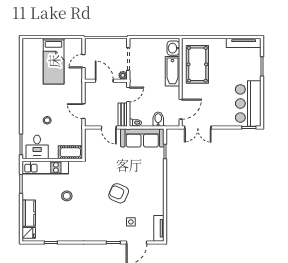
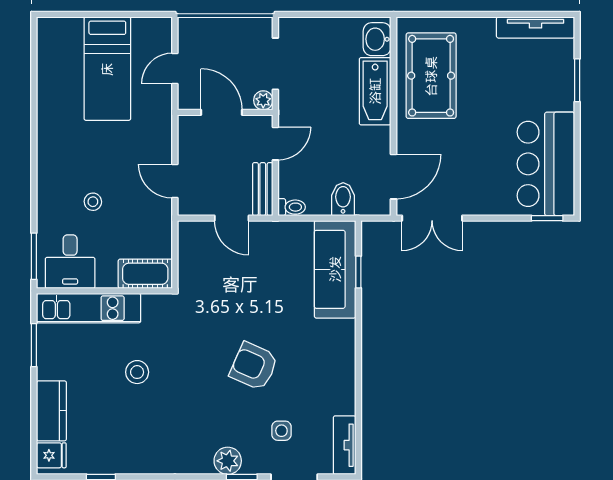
sofa: (142, 138) -> (335, 269), moved, turned 90
plant: (107, 235) -> (228, 461), added

